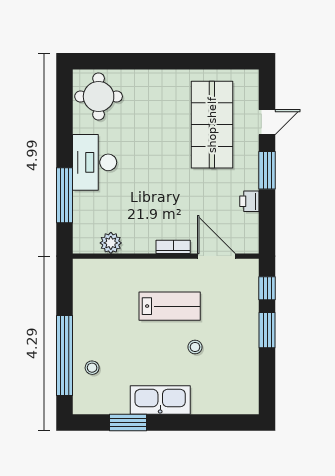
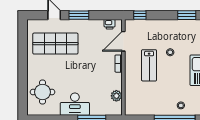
round table: (99, 96) -> (42, 92), moved
printer: (249, 201) -> (110, 24), moved
lab bench: (170, 306) -> (149, 65), turned 180
window: (267, 330) -> (187, 15), moved

